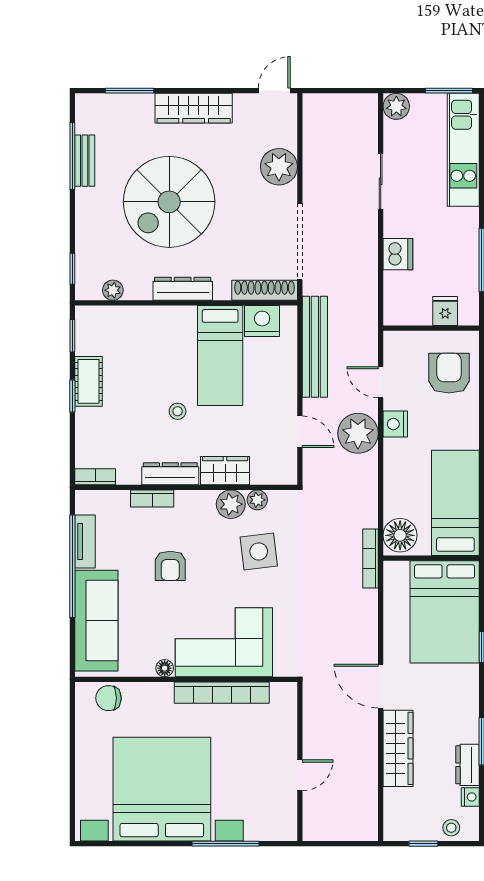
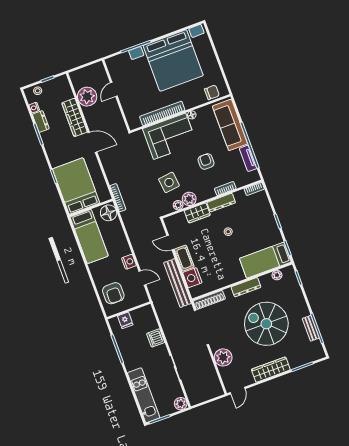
spiral stairs: (169, 202) -> (266, 324), turned -90
nightstand: (262, 321) -> (192, 278), moved, turned 90
bed: (220, 355) -> (265, 260), moved, turned -90
cot: (89, 381) -> (184, 258), moved
plant: (358, 433) -> (87, 97), moved

